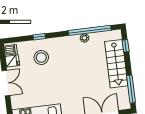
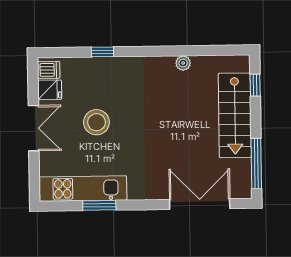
window: (90, 30) -> (194, 51), removed
stool: (41, 57) -> (96, 122), moved

